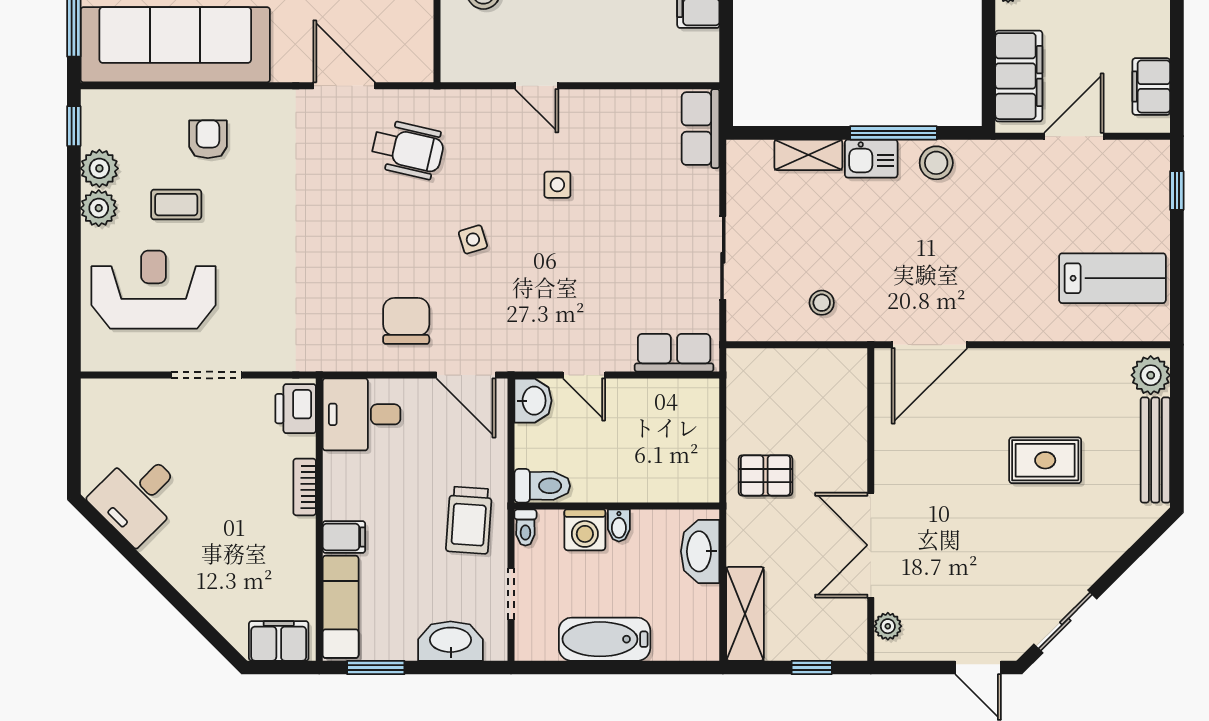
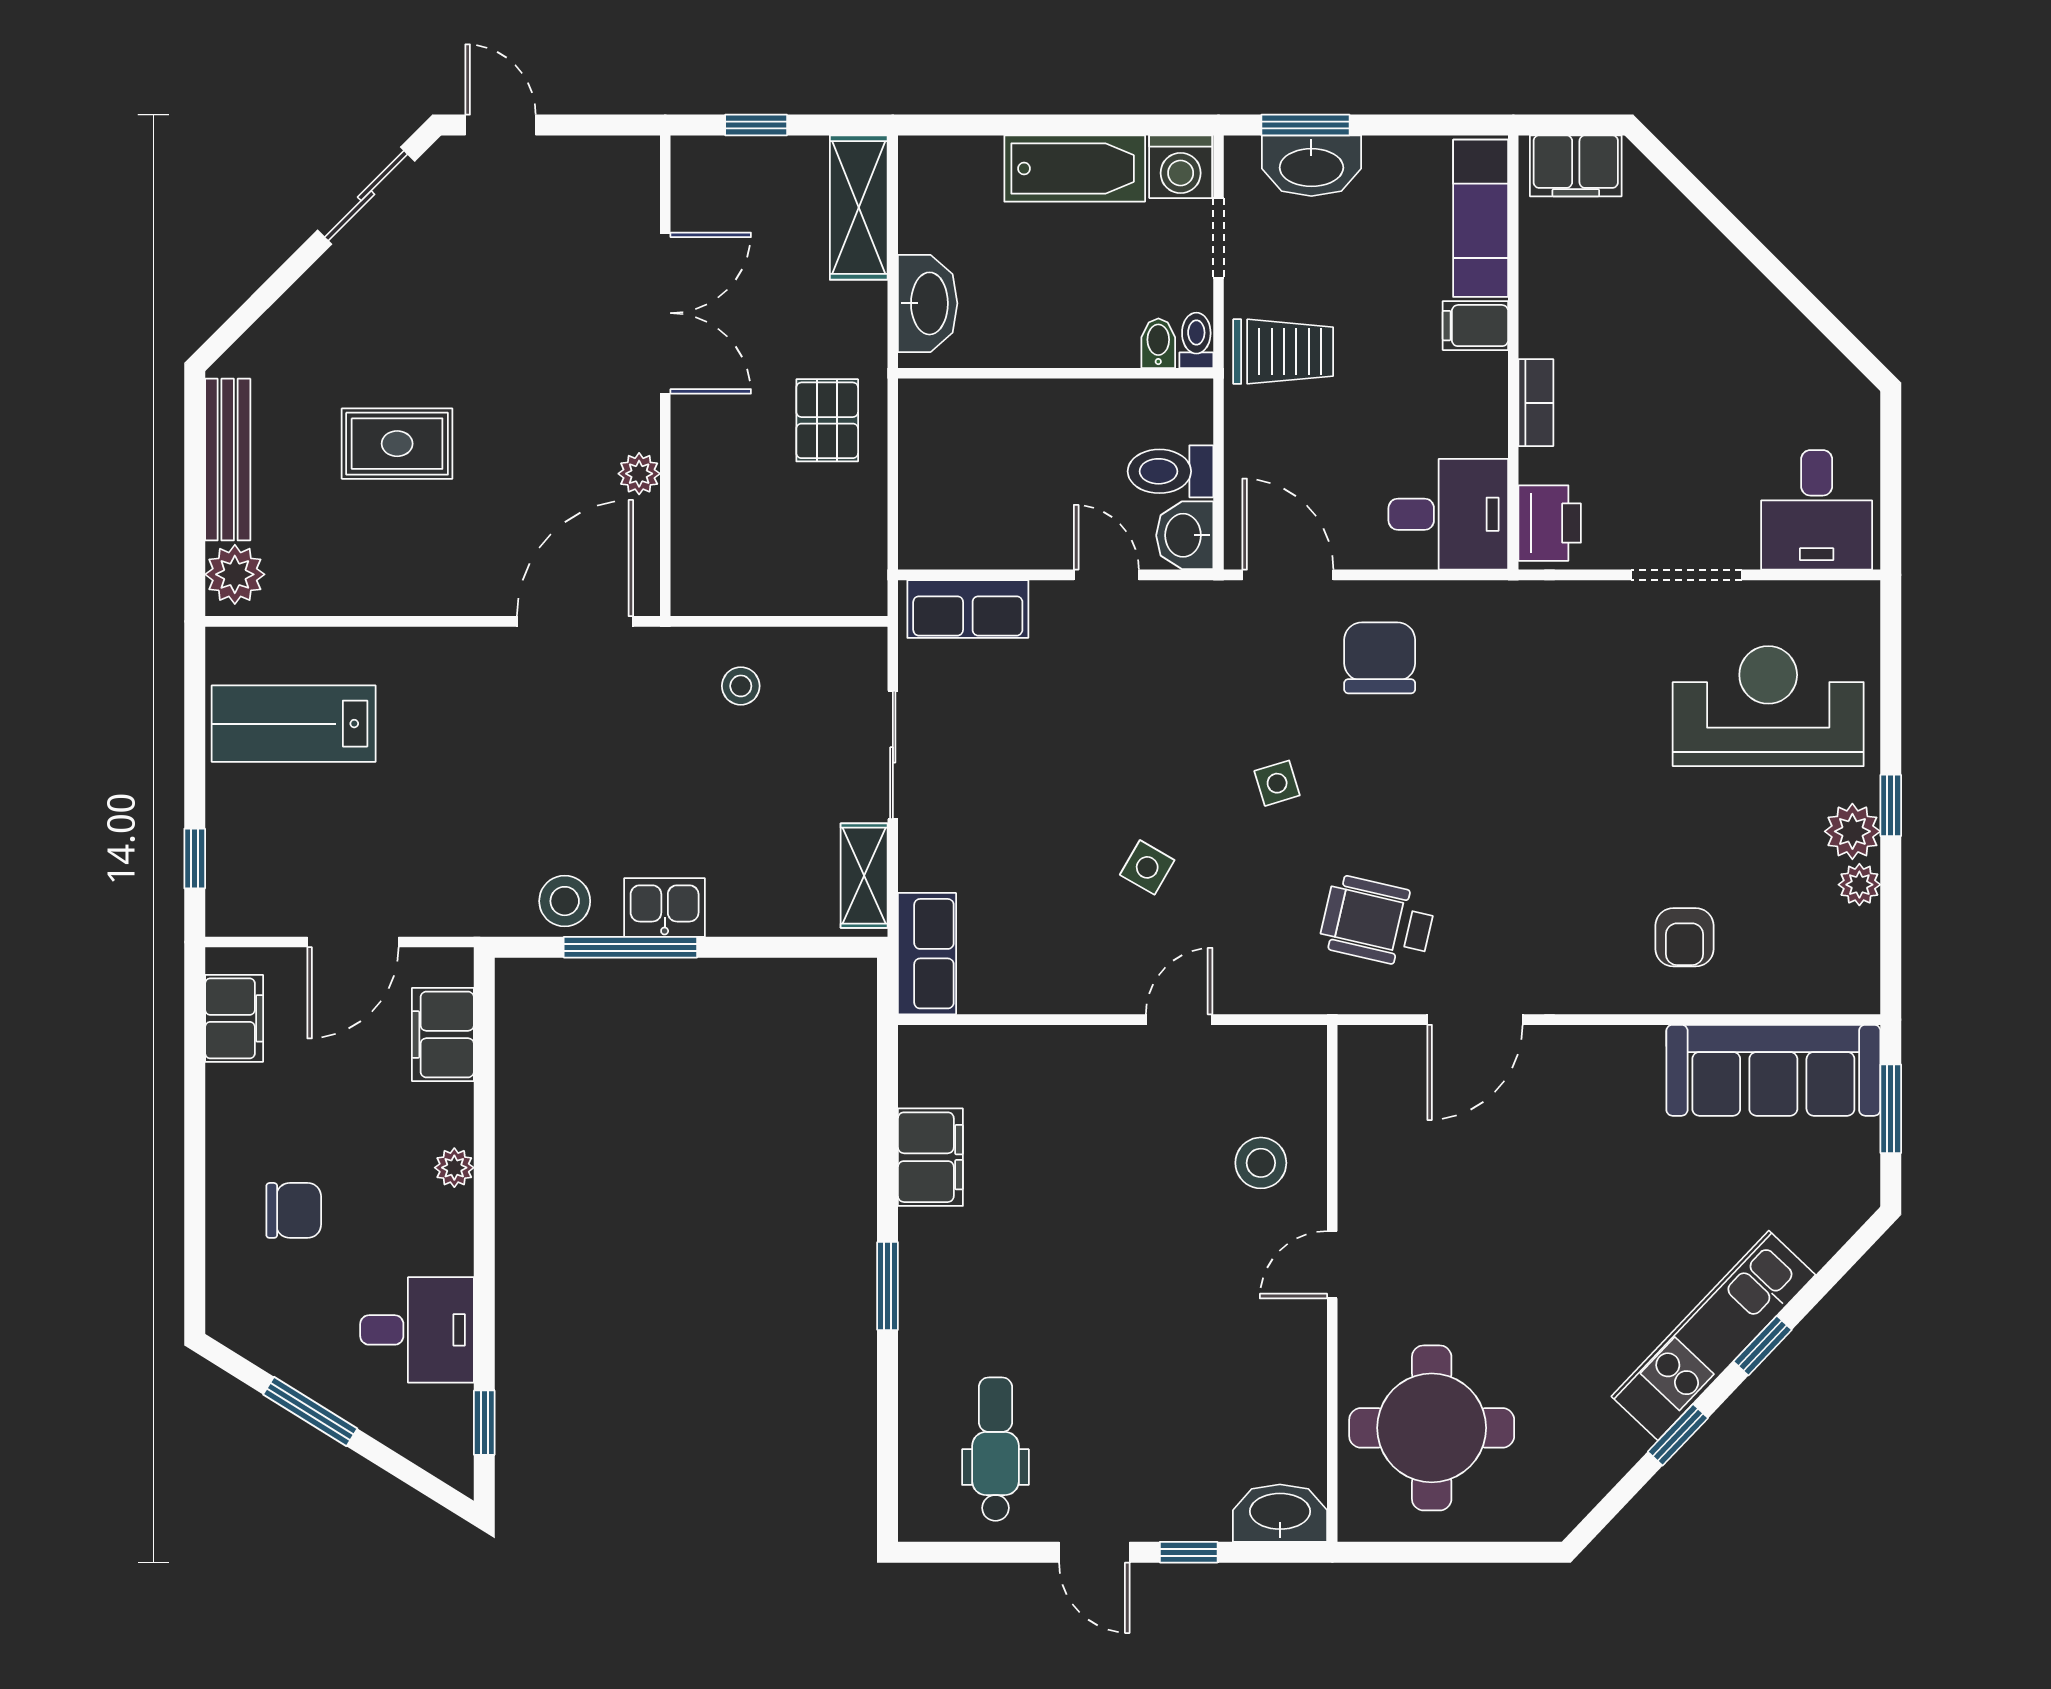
sofa: (175, 45) -> (1773, 1070), width x0.74, depth x0.79
filing cabinet: (1019, 76) -> (443, 1035), width x0.67, depth x0.86
door: (344, 86) -> (1475, 1020), hinge flipped
door: (537, 86) -> (1179, 1020), hinge flipped
window: (74, 126) -> (1891, 805), moved
shelving: (808, 155) -> (864, 876), moved, turned 90
plant: (99, 168) -> (1859, 885), width x0.73, depth x0.73
side table: (557, 185) -> (1147, 867), turned 30
coffee table: (176, 205) -> (1733, 837), removed
reception desk: (154, 290) -> (1768, 706), turned 180
chair: (406, 321) -> (1380, 658), turned 180
pallet: (766, 475) -> (827, 420), turned 90
toilet: (542, 486) -> (1170, 471), moved
desk: (138, 497) -> (1817, 510), moved, turned 135
trolley: (469, 520) -> (1283, 352), turned 86
bidet: (619, 526) -> (1158, 343), moved
washing machine: (585, 530) -> (1181, 167), moved, turned 180
plant: (888, 626) -> (639, 474), moved
window: (376, 667) -> (1305, 125), moved

